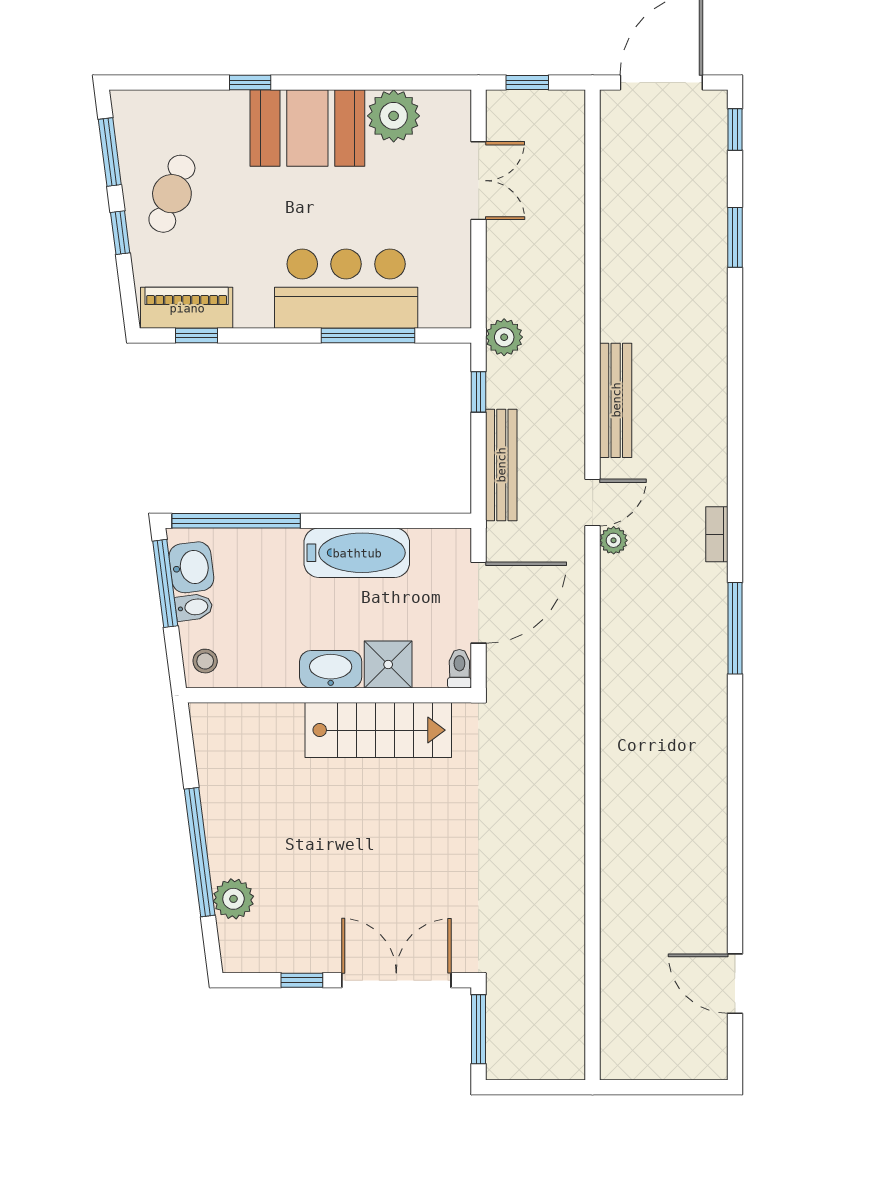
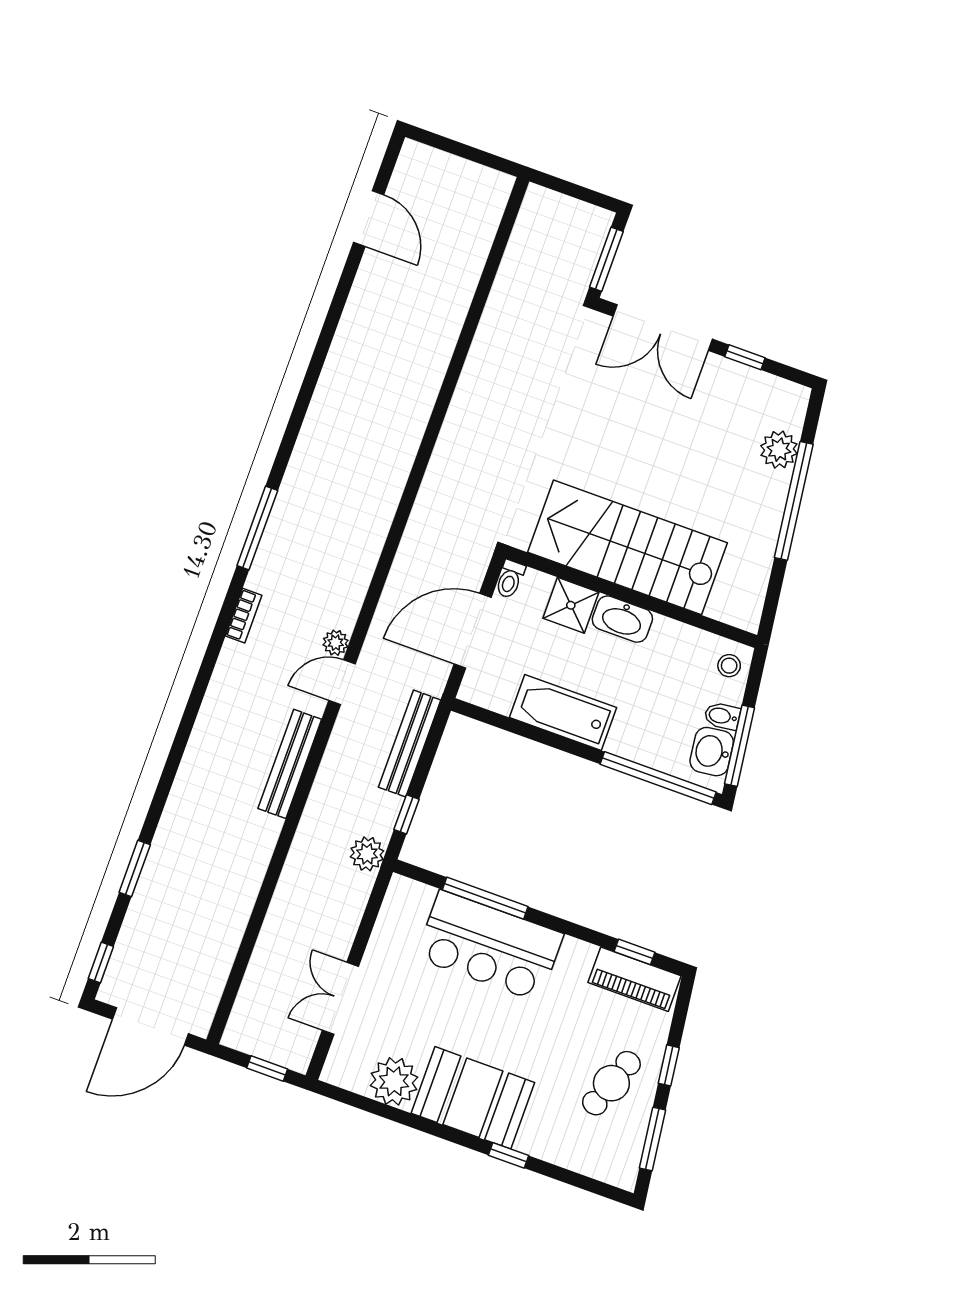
stairs: (378, 730) -> (628, 547), width x1.36, depth x1.51

